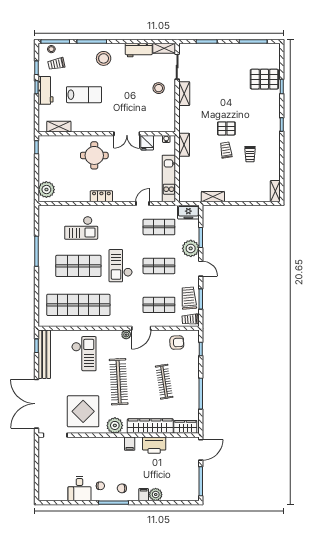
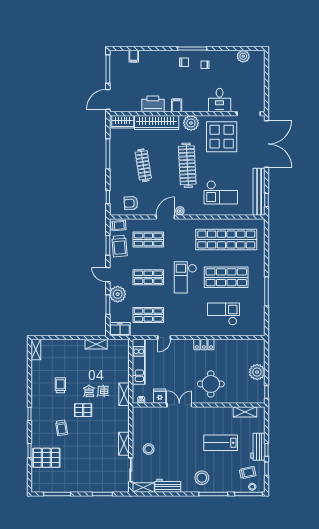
trolley: (226, 150) -> (62, 428), moved
plant: (46, 190) -> (257, 372), moved
checkout: (121, 266) -> (185, 277), turned 180
checkout: (84, 354) -> (221, 192), turned -90
desk: (79, 489) -> (220, 100), moved, turned 180
filing cabinet: (144, 495) -> (134, 56), moved
plant: (156, 495) -> (243, 56), moved

